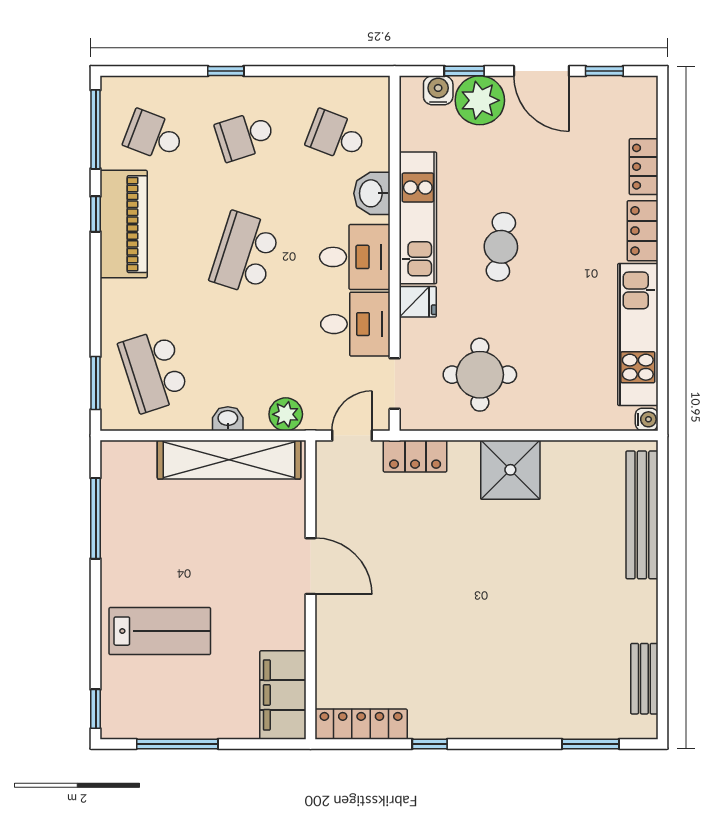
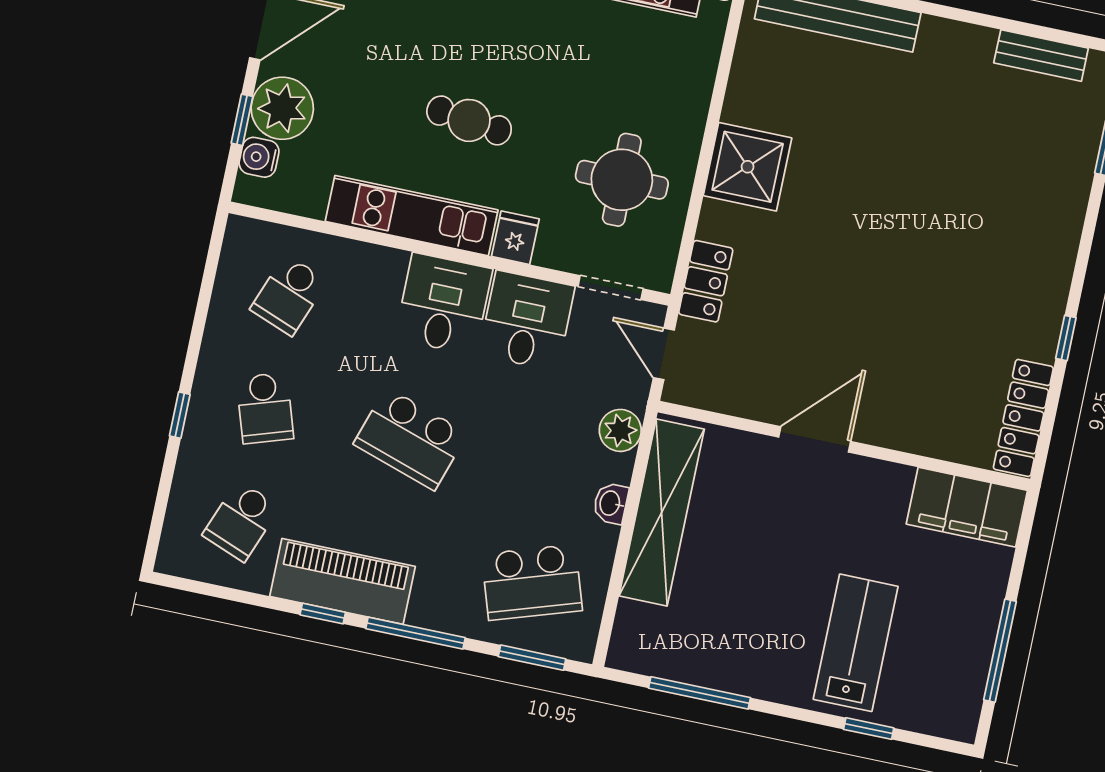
window: (96, 129) -> (415, 633), moved
washbasin: (372, 193) -> (369, 266), removed
window: (96, 709) -> (869, 729), moved

